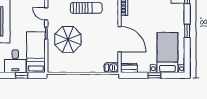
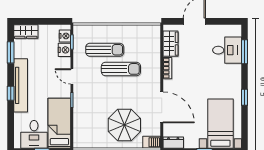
parasol: (68, 39) -> (124, 125), moved

